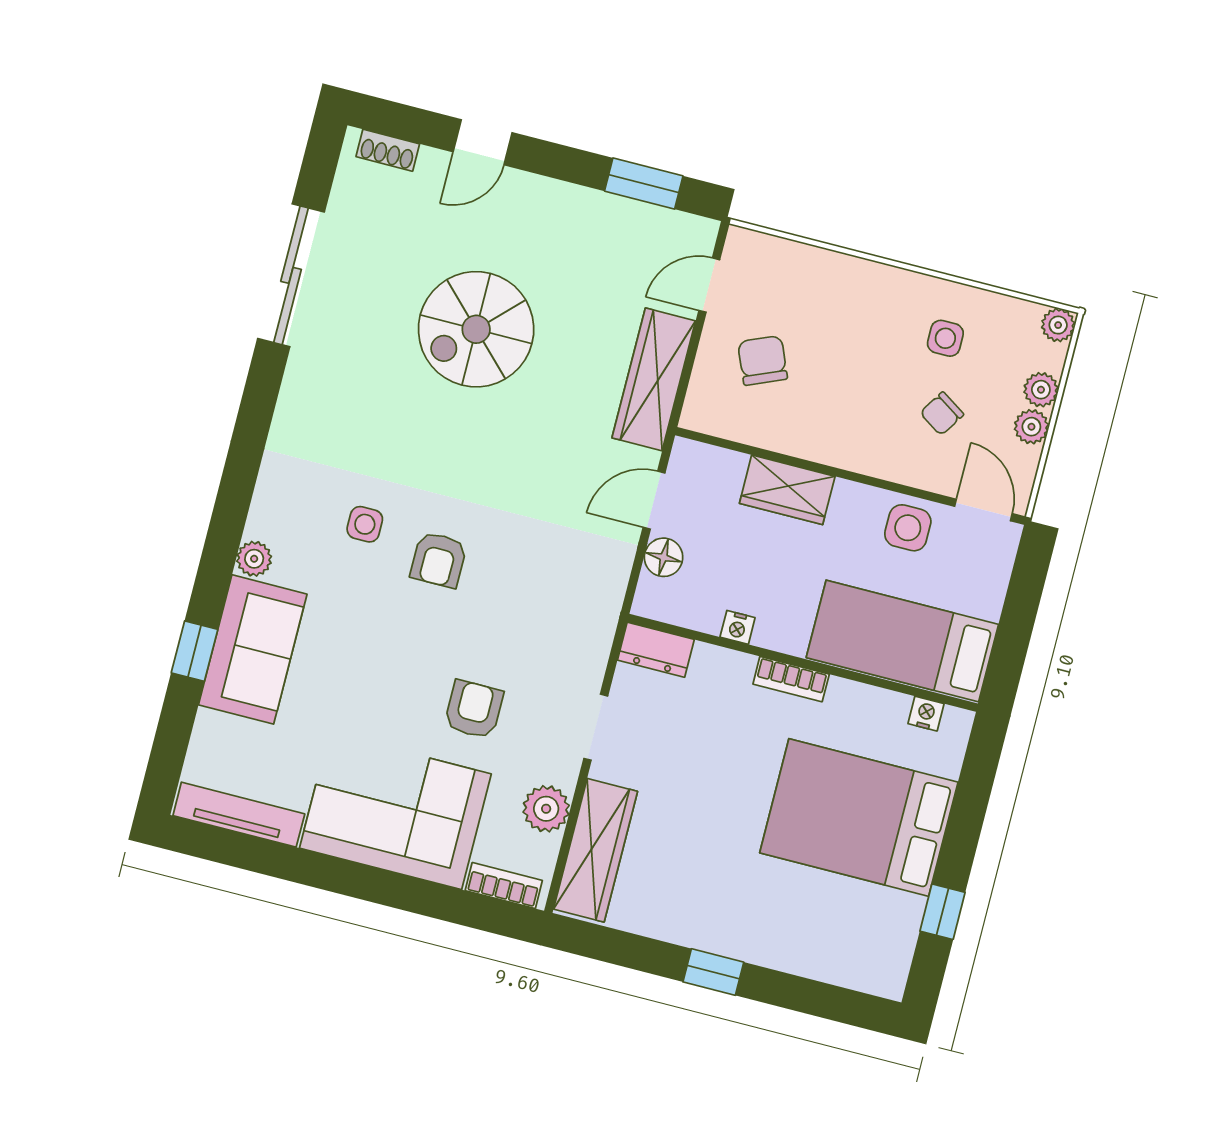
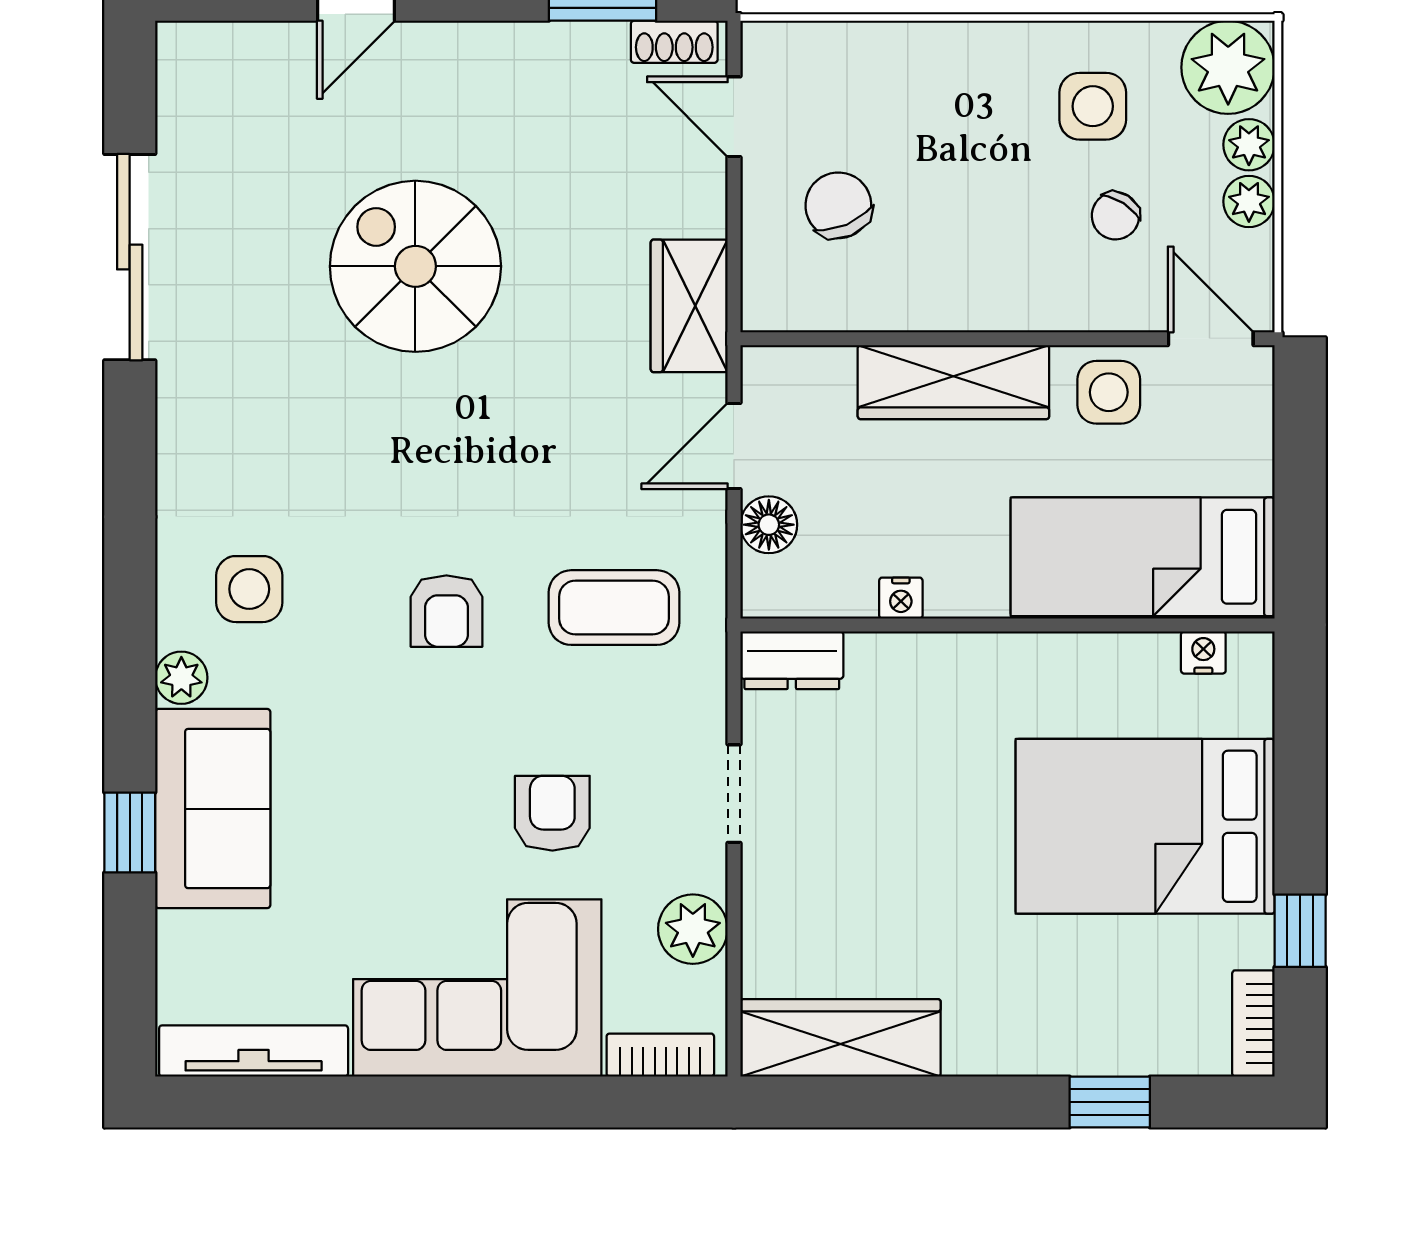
shoe rack: (388, 150) -> (674, 42), moved
door: (709, 285) -> (734, 117), hinge flipped
plant: (1058, 325) -> (1228, 67), width x1.88, depth x1.88
spiral stairs: (476, 329) -> (415, 266), turned 90
side table: (945, 338) -> (1093, 106), width x1.37, depth x1.37
wardrobe: (654, 379) -> (689, 306), width x0.67
wardrobe: (787, 490) -> (953, 382), width x1.50
side table: (365, 524) -> (249, 589), moved, width x1.37, depth x1.37
coffee table: (549, 585) -> (614, 608), added
bookcase: (791, 679) -> (1253, 1023), moved, turned 90
wardrobe: (596, 850) -> (841, 1038), moved, turned -90
window: (713, 972) -> (1110, 1102), moved

